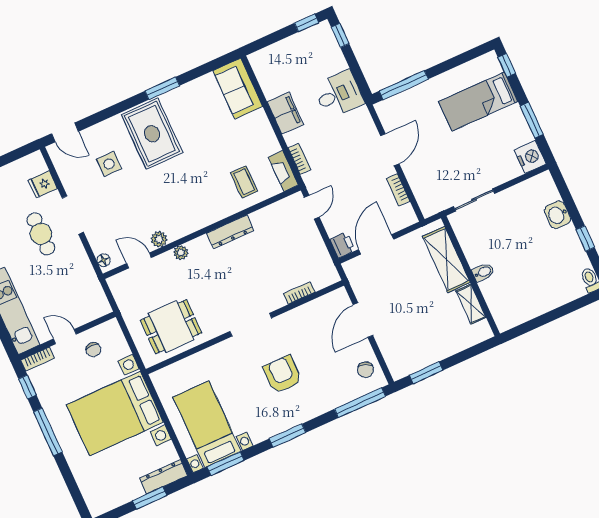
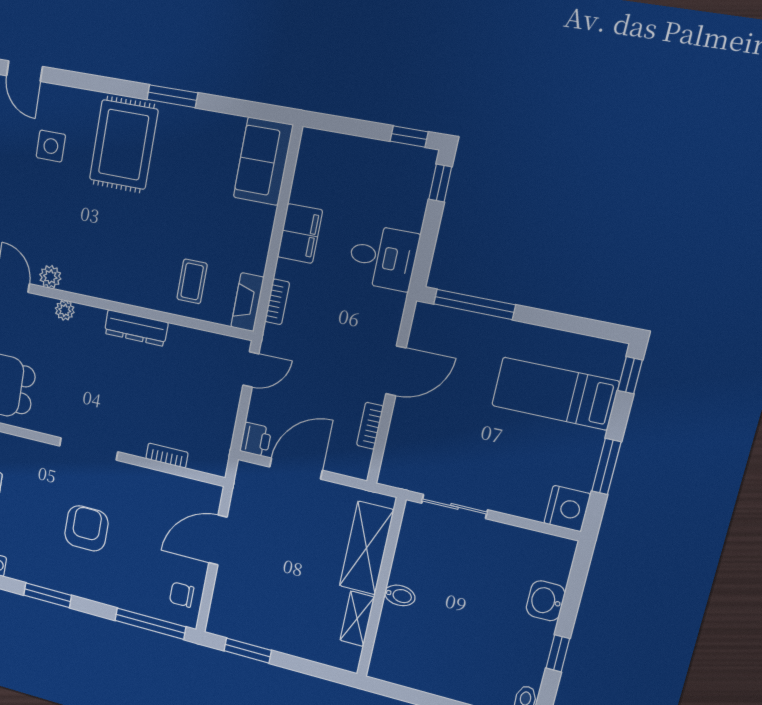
chair: (366, 370) -> (182, 595), turned 68

